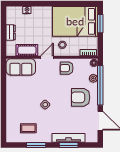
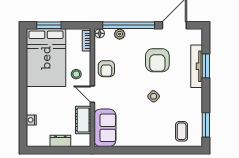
armchair: (81, 97) -> (157, 60), moved
coffee table: (28, 128) -> (182, 131), moved
window: (36, 145) -> (206, 125), moved

